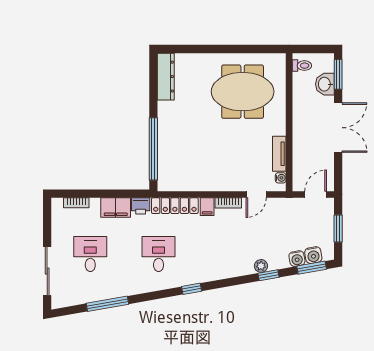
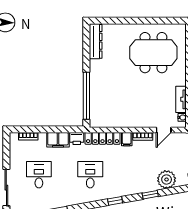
plant: (261, 266) -> (167, 179), width x1.87, depth x1.87
window: (269, 275) -> (150, 195), moved

